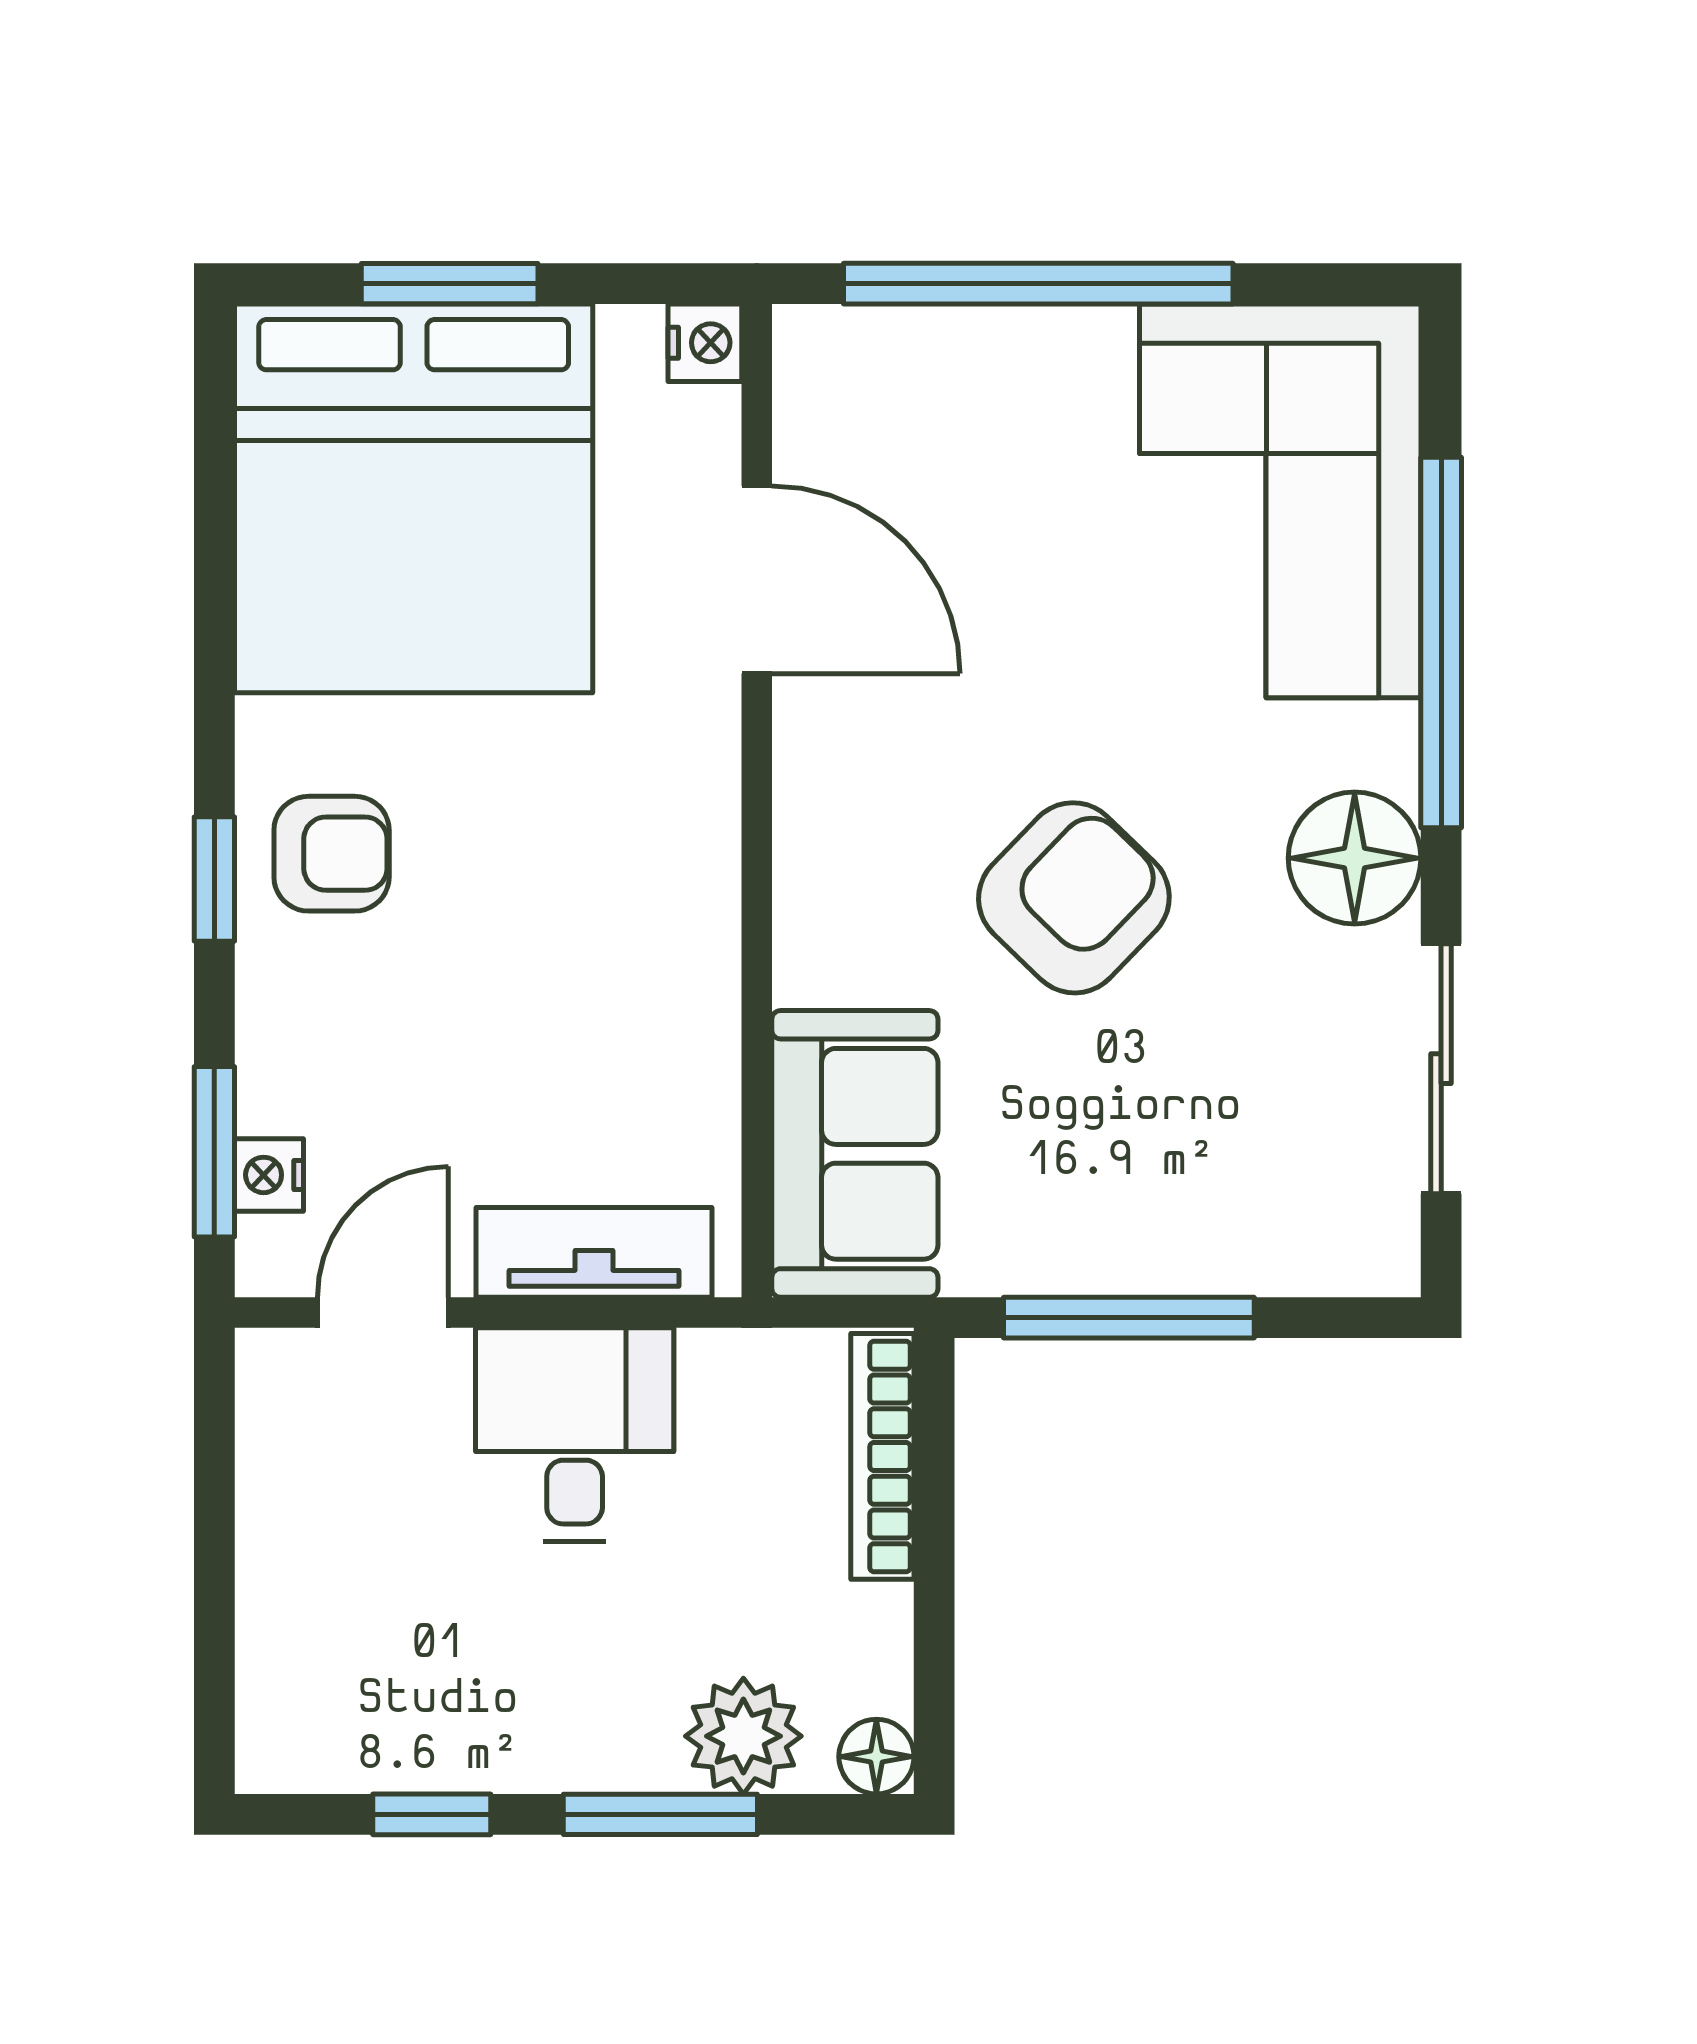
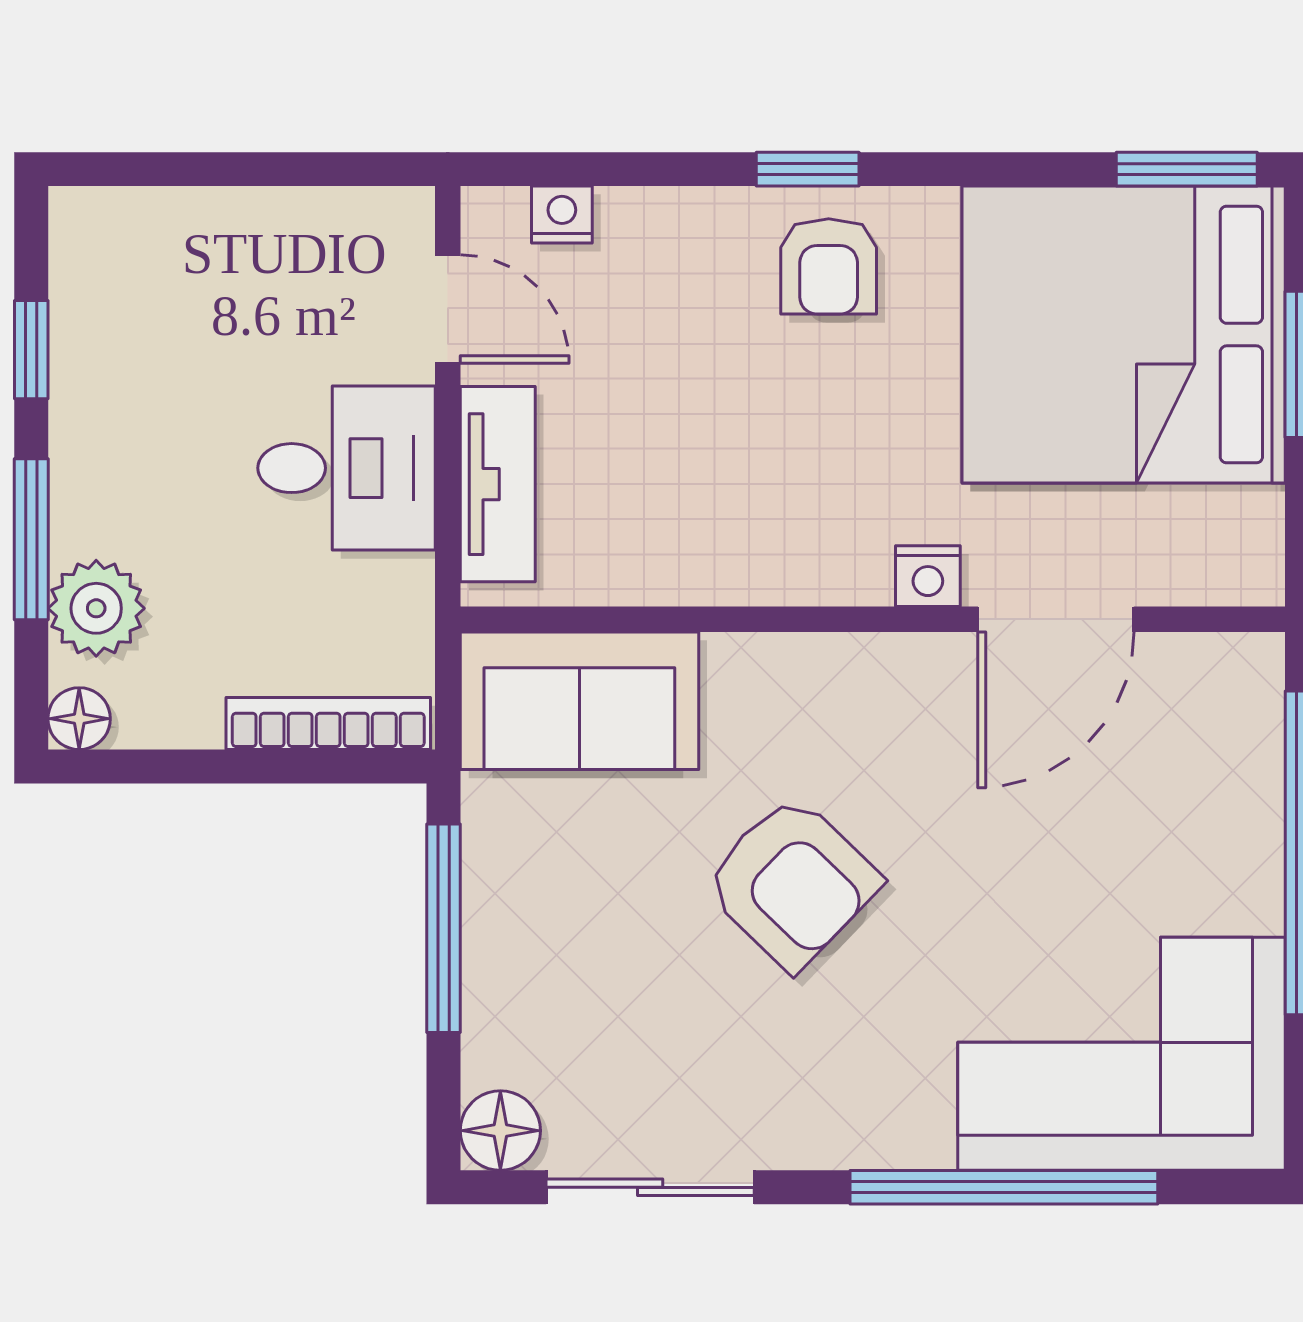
nightstand: (705, 343) -> (928, 576), moved
floor lamp: (1355, 858) -> (500, 1131), moved, width x0.73, depth x0.73
window: (214, 1152) -> (1187, 169), moved

